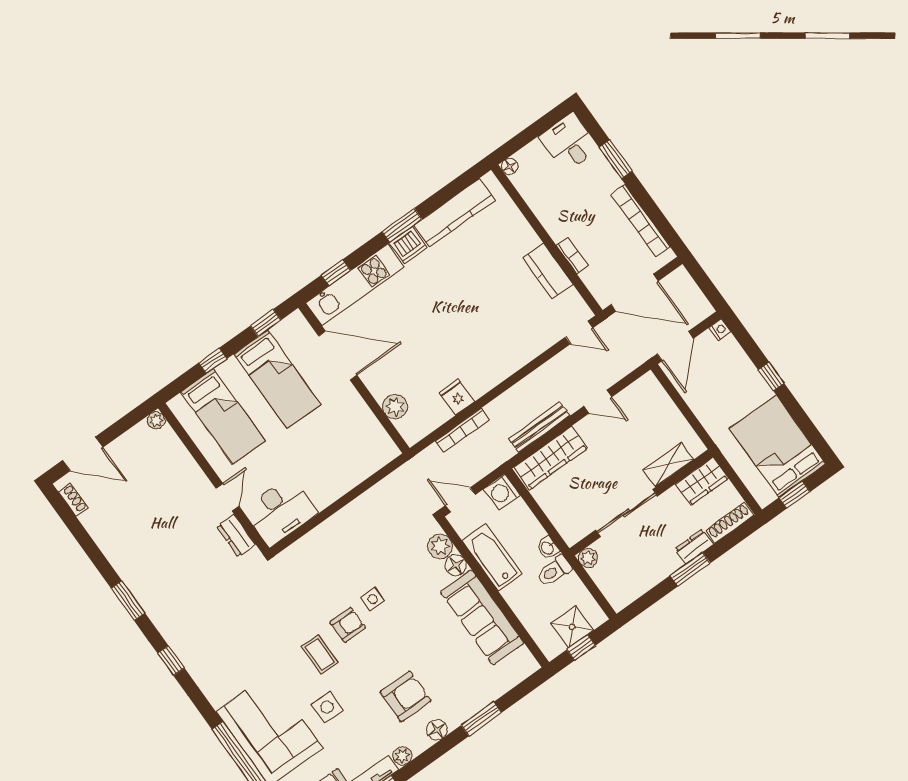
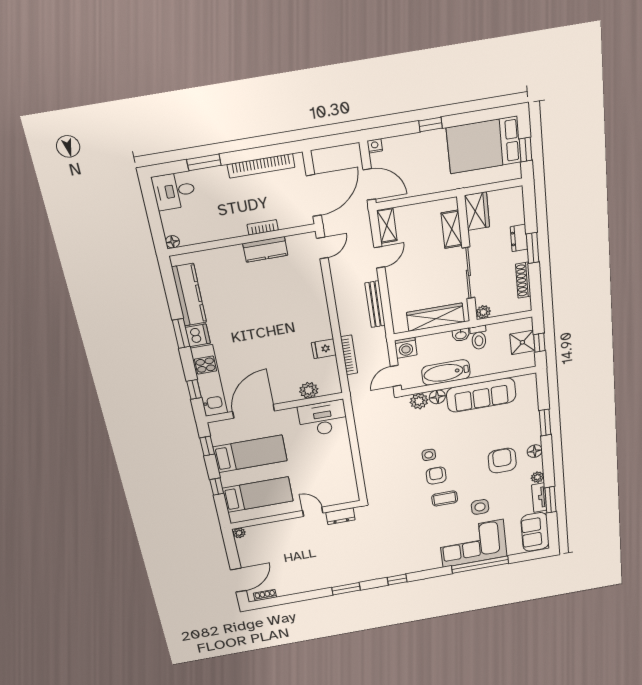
shelving: (638, 390) -> (387, 225), added
wardrobe: (551, 458) -> (435, 317), moved, turned -90
desk: (280, 511) -> (323, 418), moved, turned -90
shoe rack: (730, 523) -> (523, 280), moved

